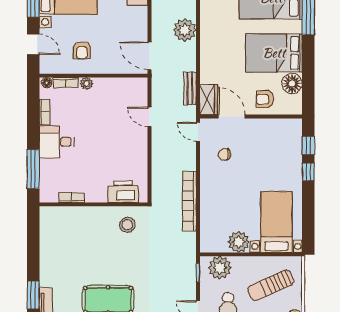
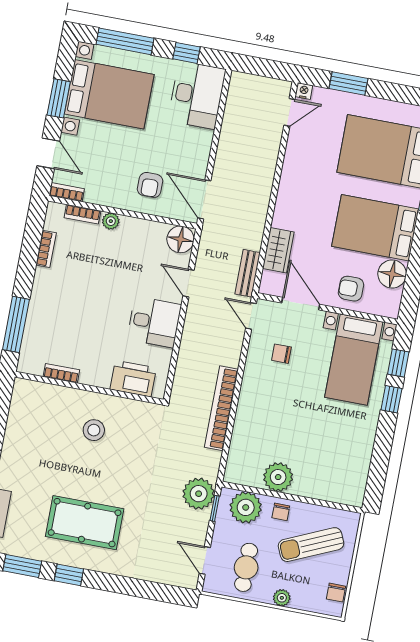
plant: (185, 30) -> (199, 494), moved
armchair: (82, 50) -> (150, 185), moved
bookcase: (51, 69) -> (67, 192), added
floor lamp: (47, 83) -> (180, 239), moved, width x1.89, depth x1.89
bench: (190, 88) -> (248, 273), moved
wardrobe: (209, 100) -> (278, 250), moved
desk: (57, 142) -> (154, 322), moved, turned 180
bed with nightstands: (276, 222) -> (354, 360), moved, turned 180
stool: (127, 225) -> (94, 430), moved
chair: (245, 266) -> (281, 512), added

